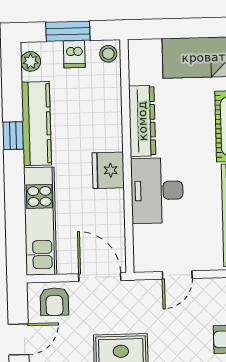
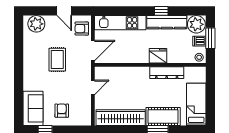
plant: (31, 61) -> (196, 24), width x1.88, depth x1.88
fridge: (108, 170) -> (158, 56), moved
desk: (157, 191) -> (133, 79), removed
door: (177, 275) -> (93, 87), swing flipped

